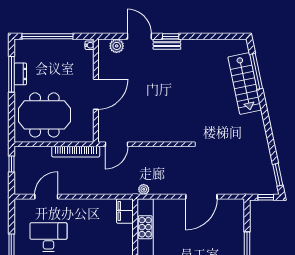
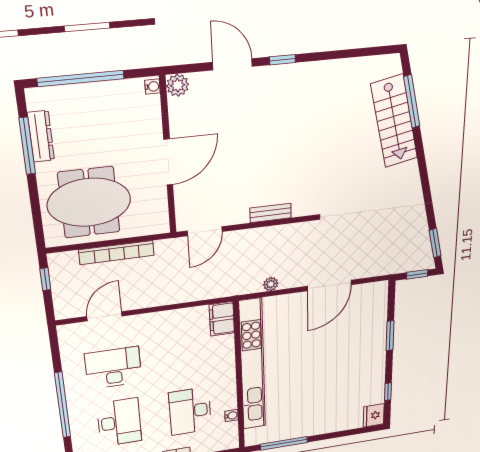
bench: (167, 44) -> (271, 213), moved
plant: (117, 46) -> (178, 85), moved
dresser: (20, 74) -> (41, 136), width x1.44
bookcase: (76, 152) -> (116, 253), moved
plant: (144, 189) -> (271, 284), moved

